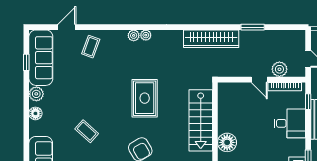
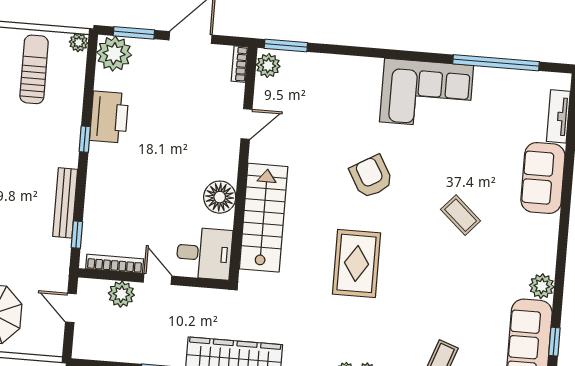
floor lamp: (35, 113) -> (546, 253), removed
desk: (290, 123) -> (204, 253), moved, turned 180
floor lamp: (227, 142) -> (220, 197), moved

